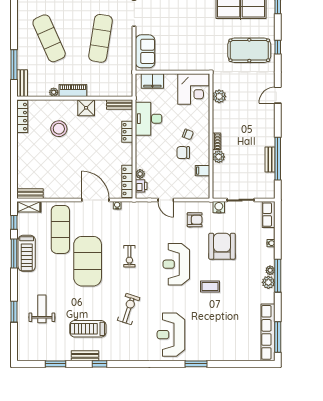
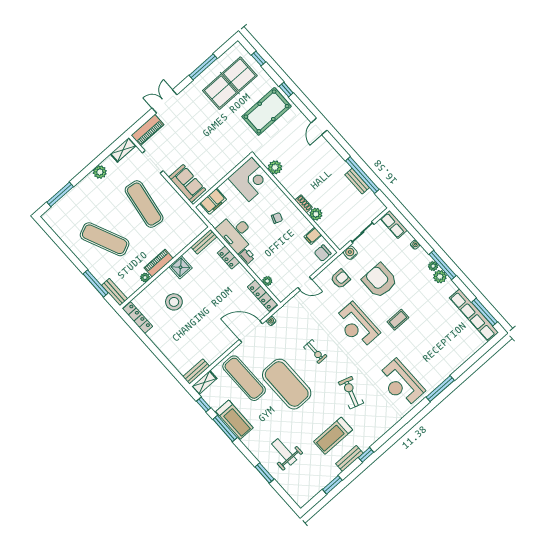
chair: (183, 153) -> (323, 253), moved
printer: (141, 186) -> (247, 256), moved
window: (196, 364) -> (440, 389), width x1.44

